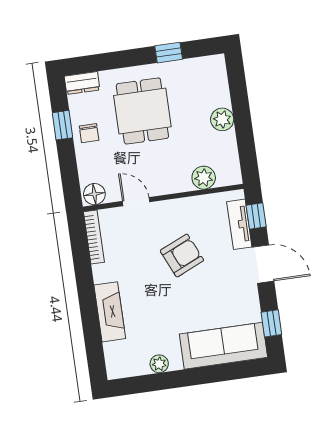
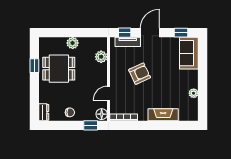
dining table: (142, 111) -> (59, 69), moved
window: (63, 125) -> (91, 125), moved
armchair: (182, 255) -> (140, 74), turned 89
sofa: (223, 346) -> (189, 53), width x0.73

